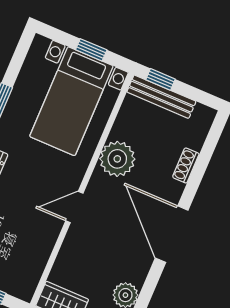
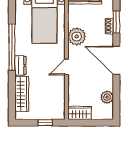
window: (202, 163) -> (116, 22), added

